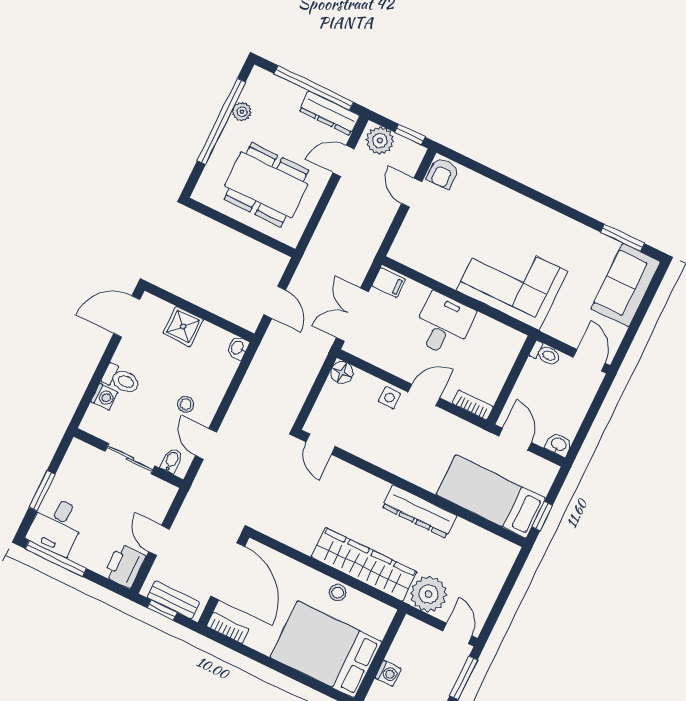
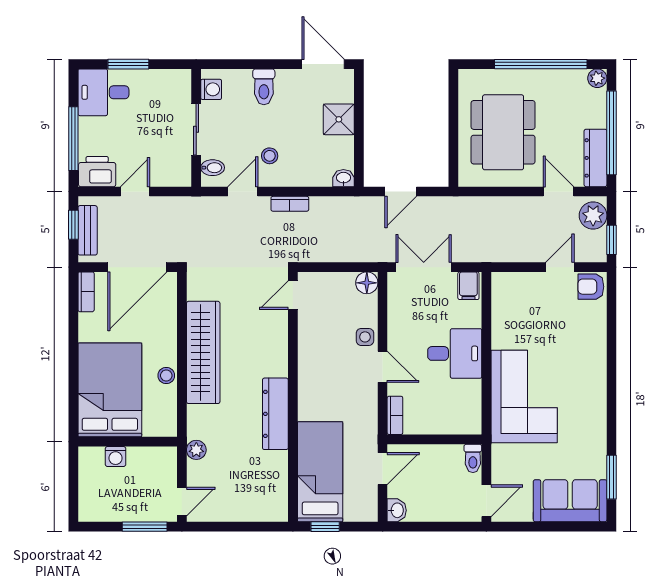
plant: (242, 112) -> (597, 78), moved
washing machine: (104, 397) -> (211, 89), moved, turned -90
bookcase: (237, 407) -> (290, 204), added
window: (56, 559) -> (73, 139), moved
wardrobe: (364, 564) -> (203, 352), moved
plant: (429, 594) -> (196, 450), width x0.53, depth x0.53

